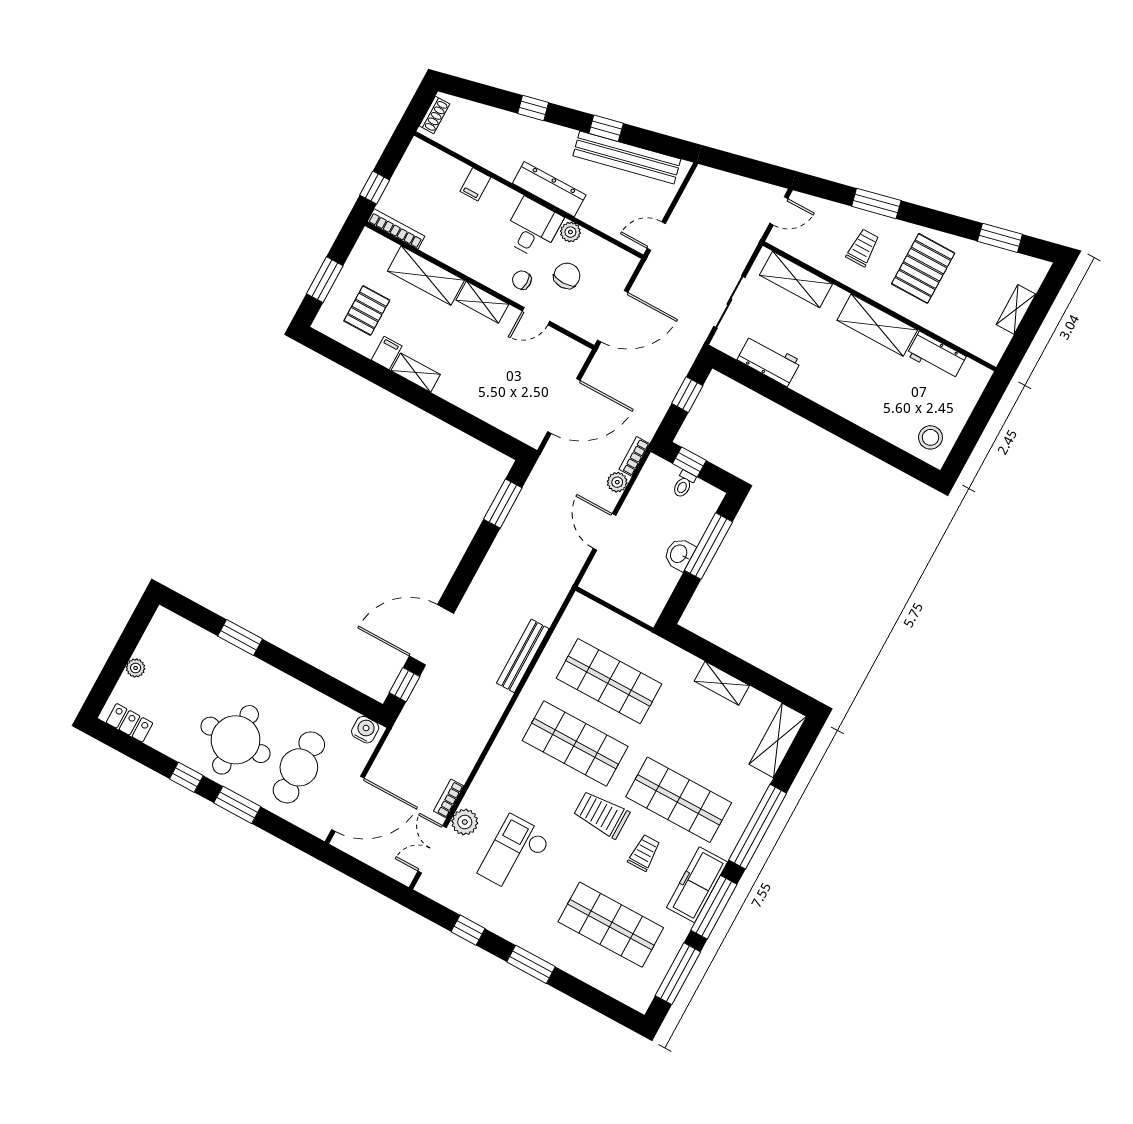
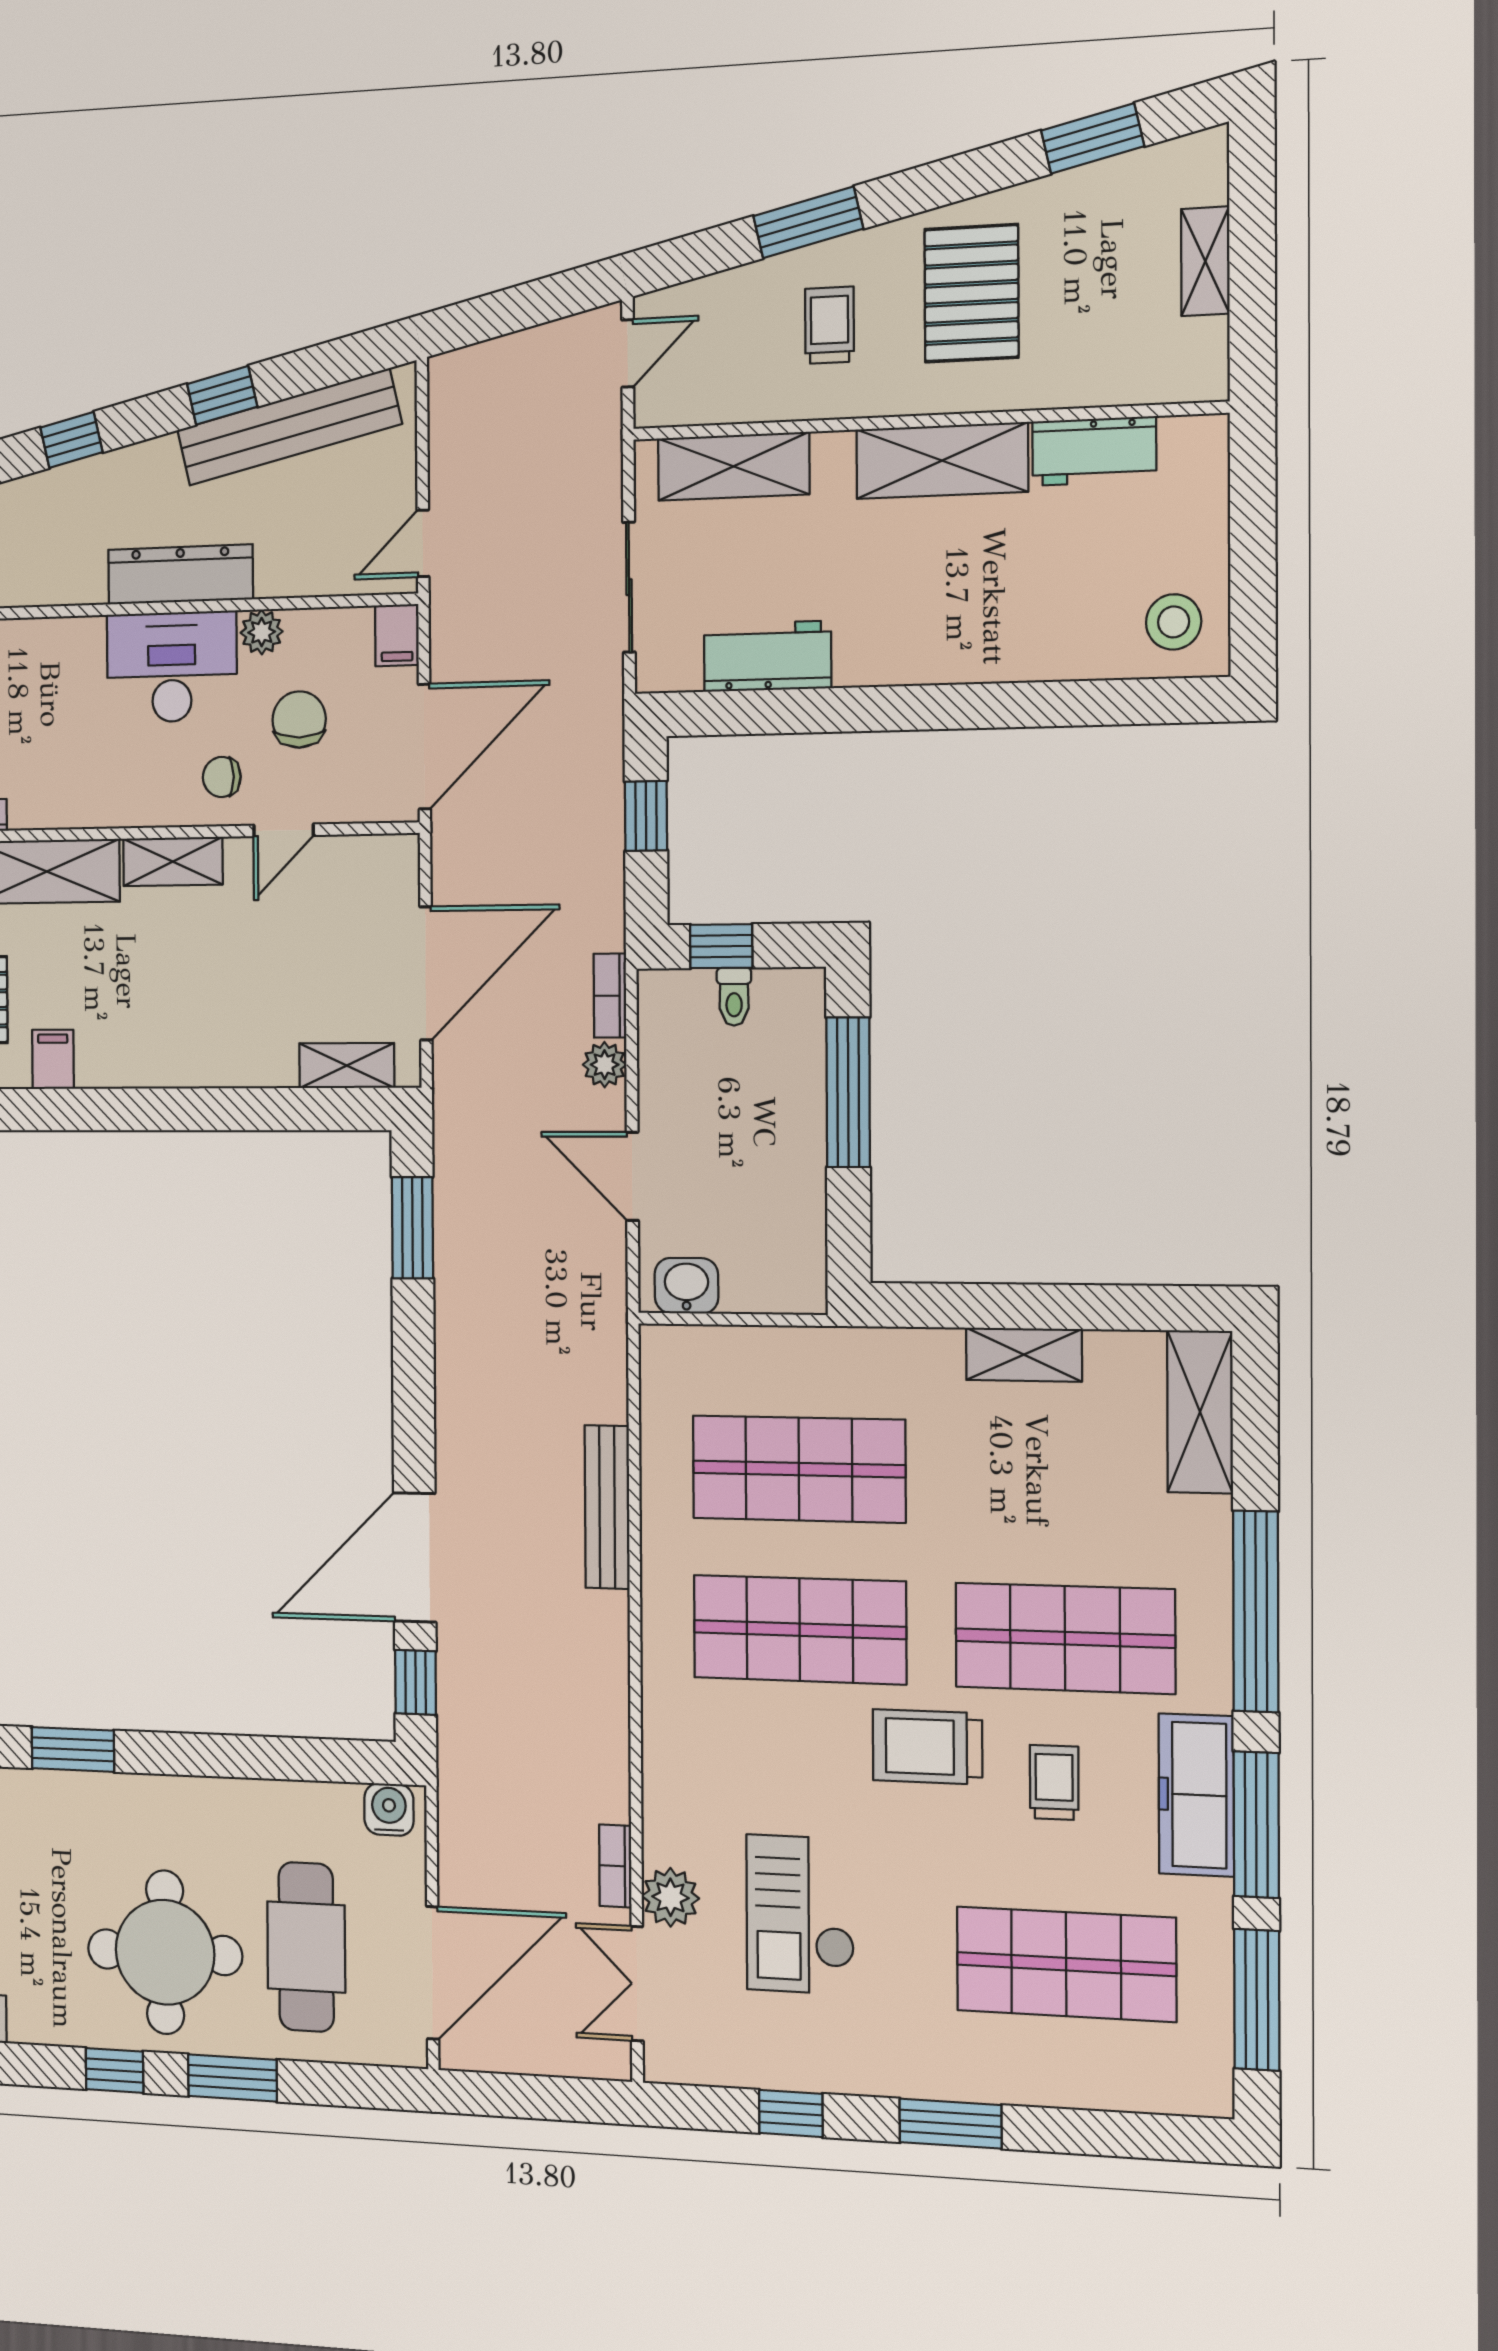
filing cabinet: (475, 184) -> (397, 635), moved
desk: (533, 228) -> (172, 667), width x1.37
shelving: (416, 373) -> (347, 1066), moved
washbasin: (679, 554) -> (686, 1286), moved, turned 90

